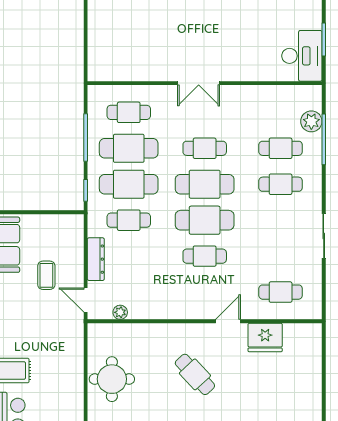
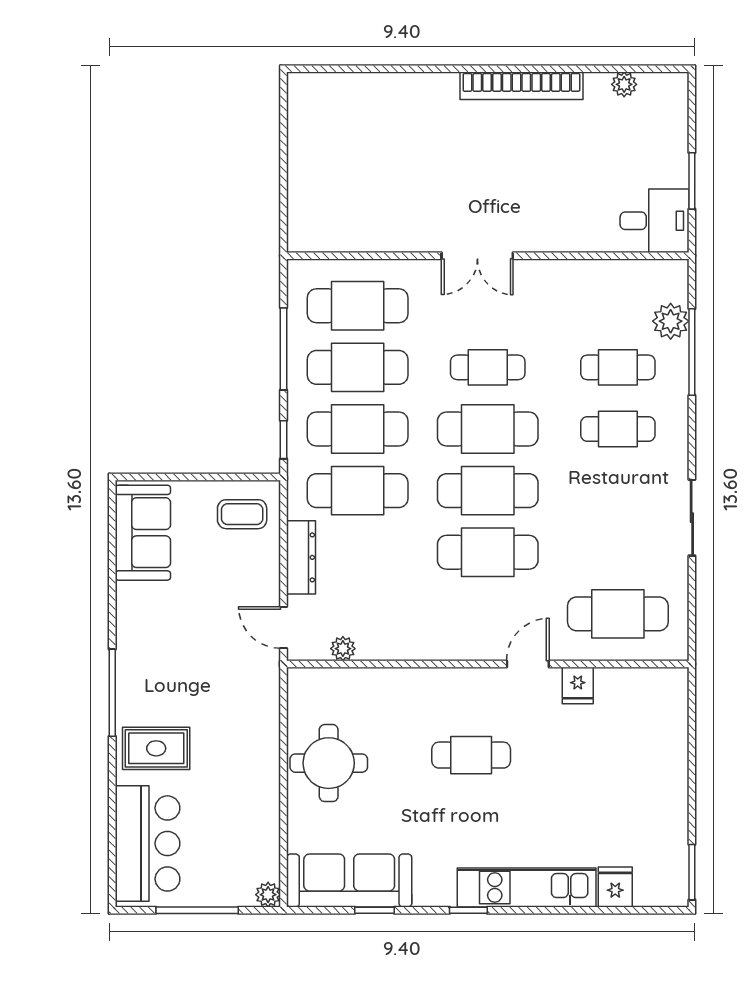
desk: (302, 56) -> (654, 221), width x0.73
cafe table: (129, 112) -> (358, 306), width x1.37, depth x1.35
cafe table: (129, 220) -> (358, 491), width x1.37, depth x1.35
cafe table: (205, 256) -> (488, 552), width x1.37, depth x1.35
coffee table: (46, 275) -> (242, 514), moved, turned 90
cafe table: (281, 292) -> (618, 614), width x1.37, depth x1.35
fridge: (265, 337) -> (578, 685), width x0.53, depth x0.75
cafe table: (195, 374) -> (471, 755), turned -47

